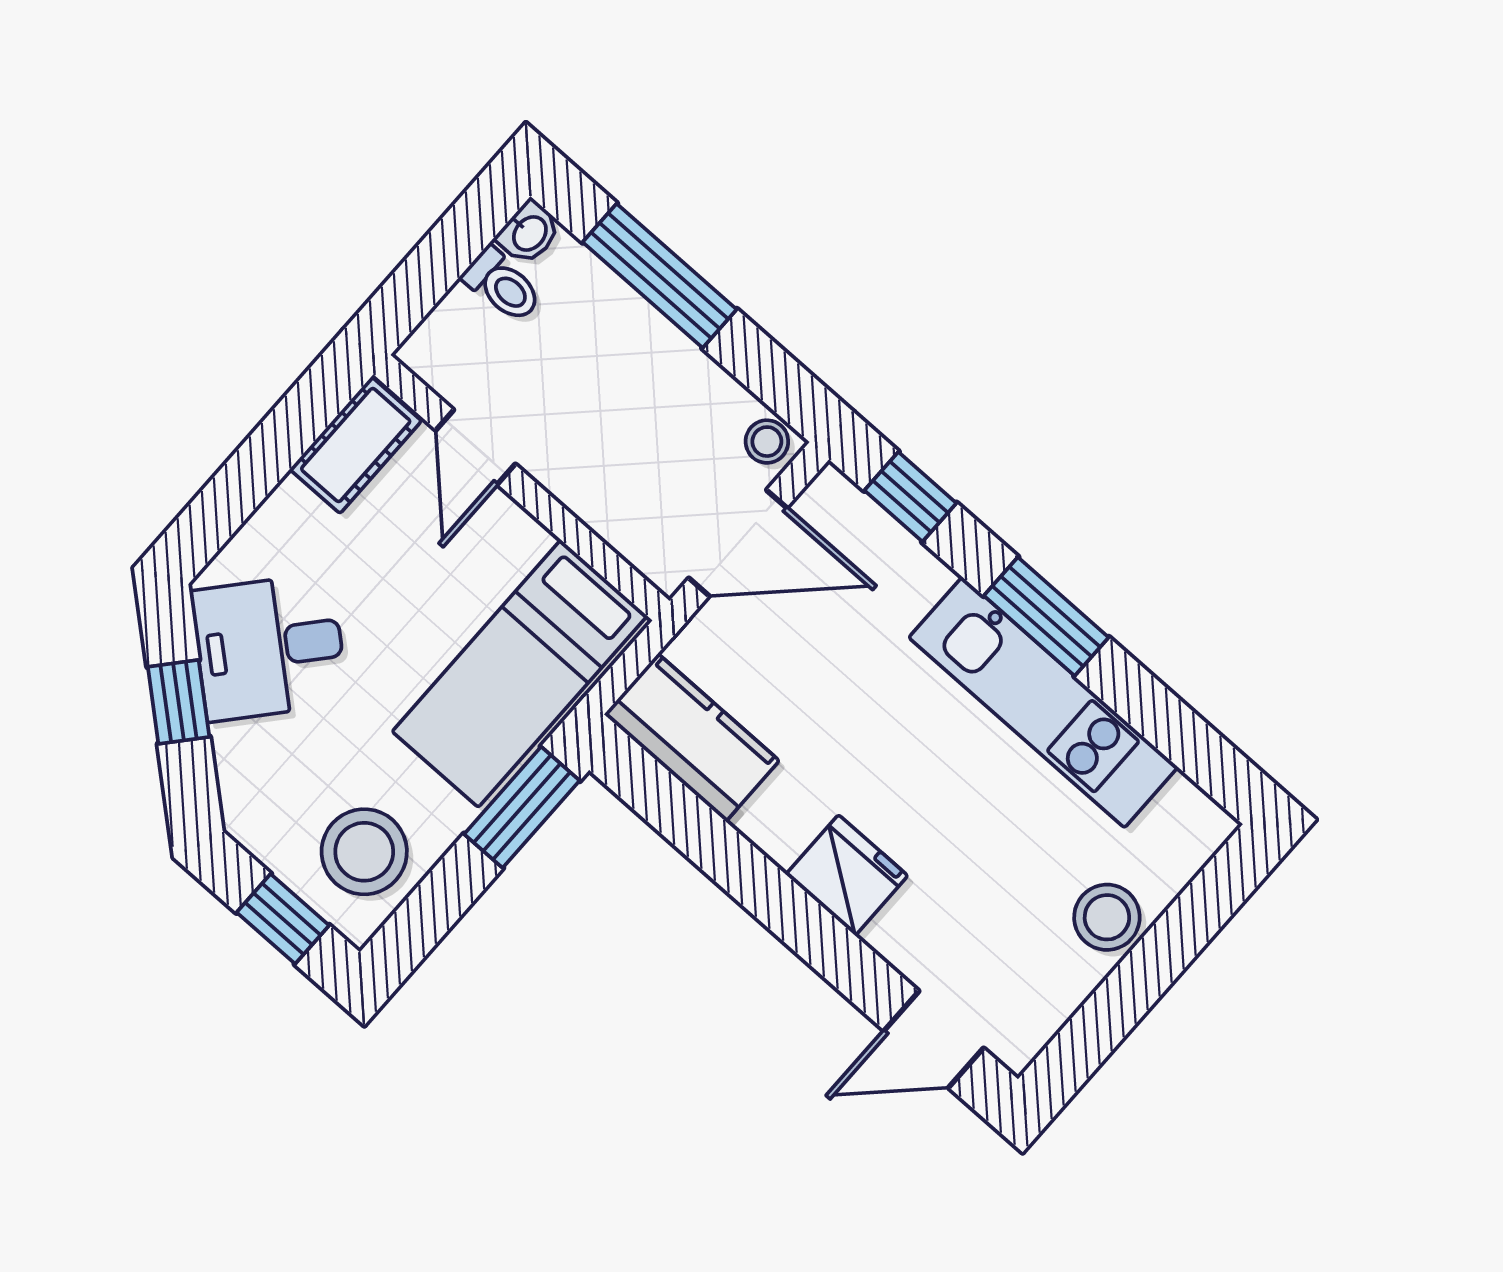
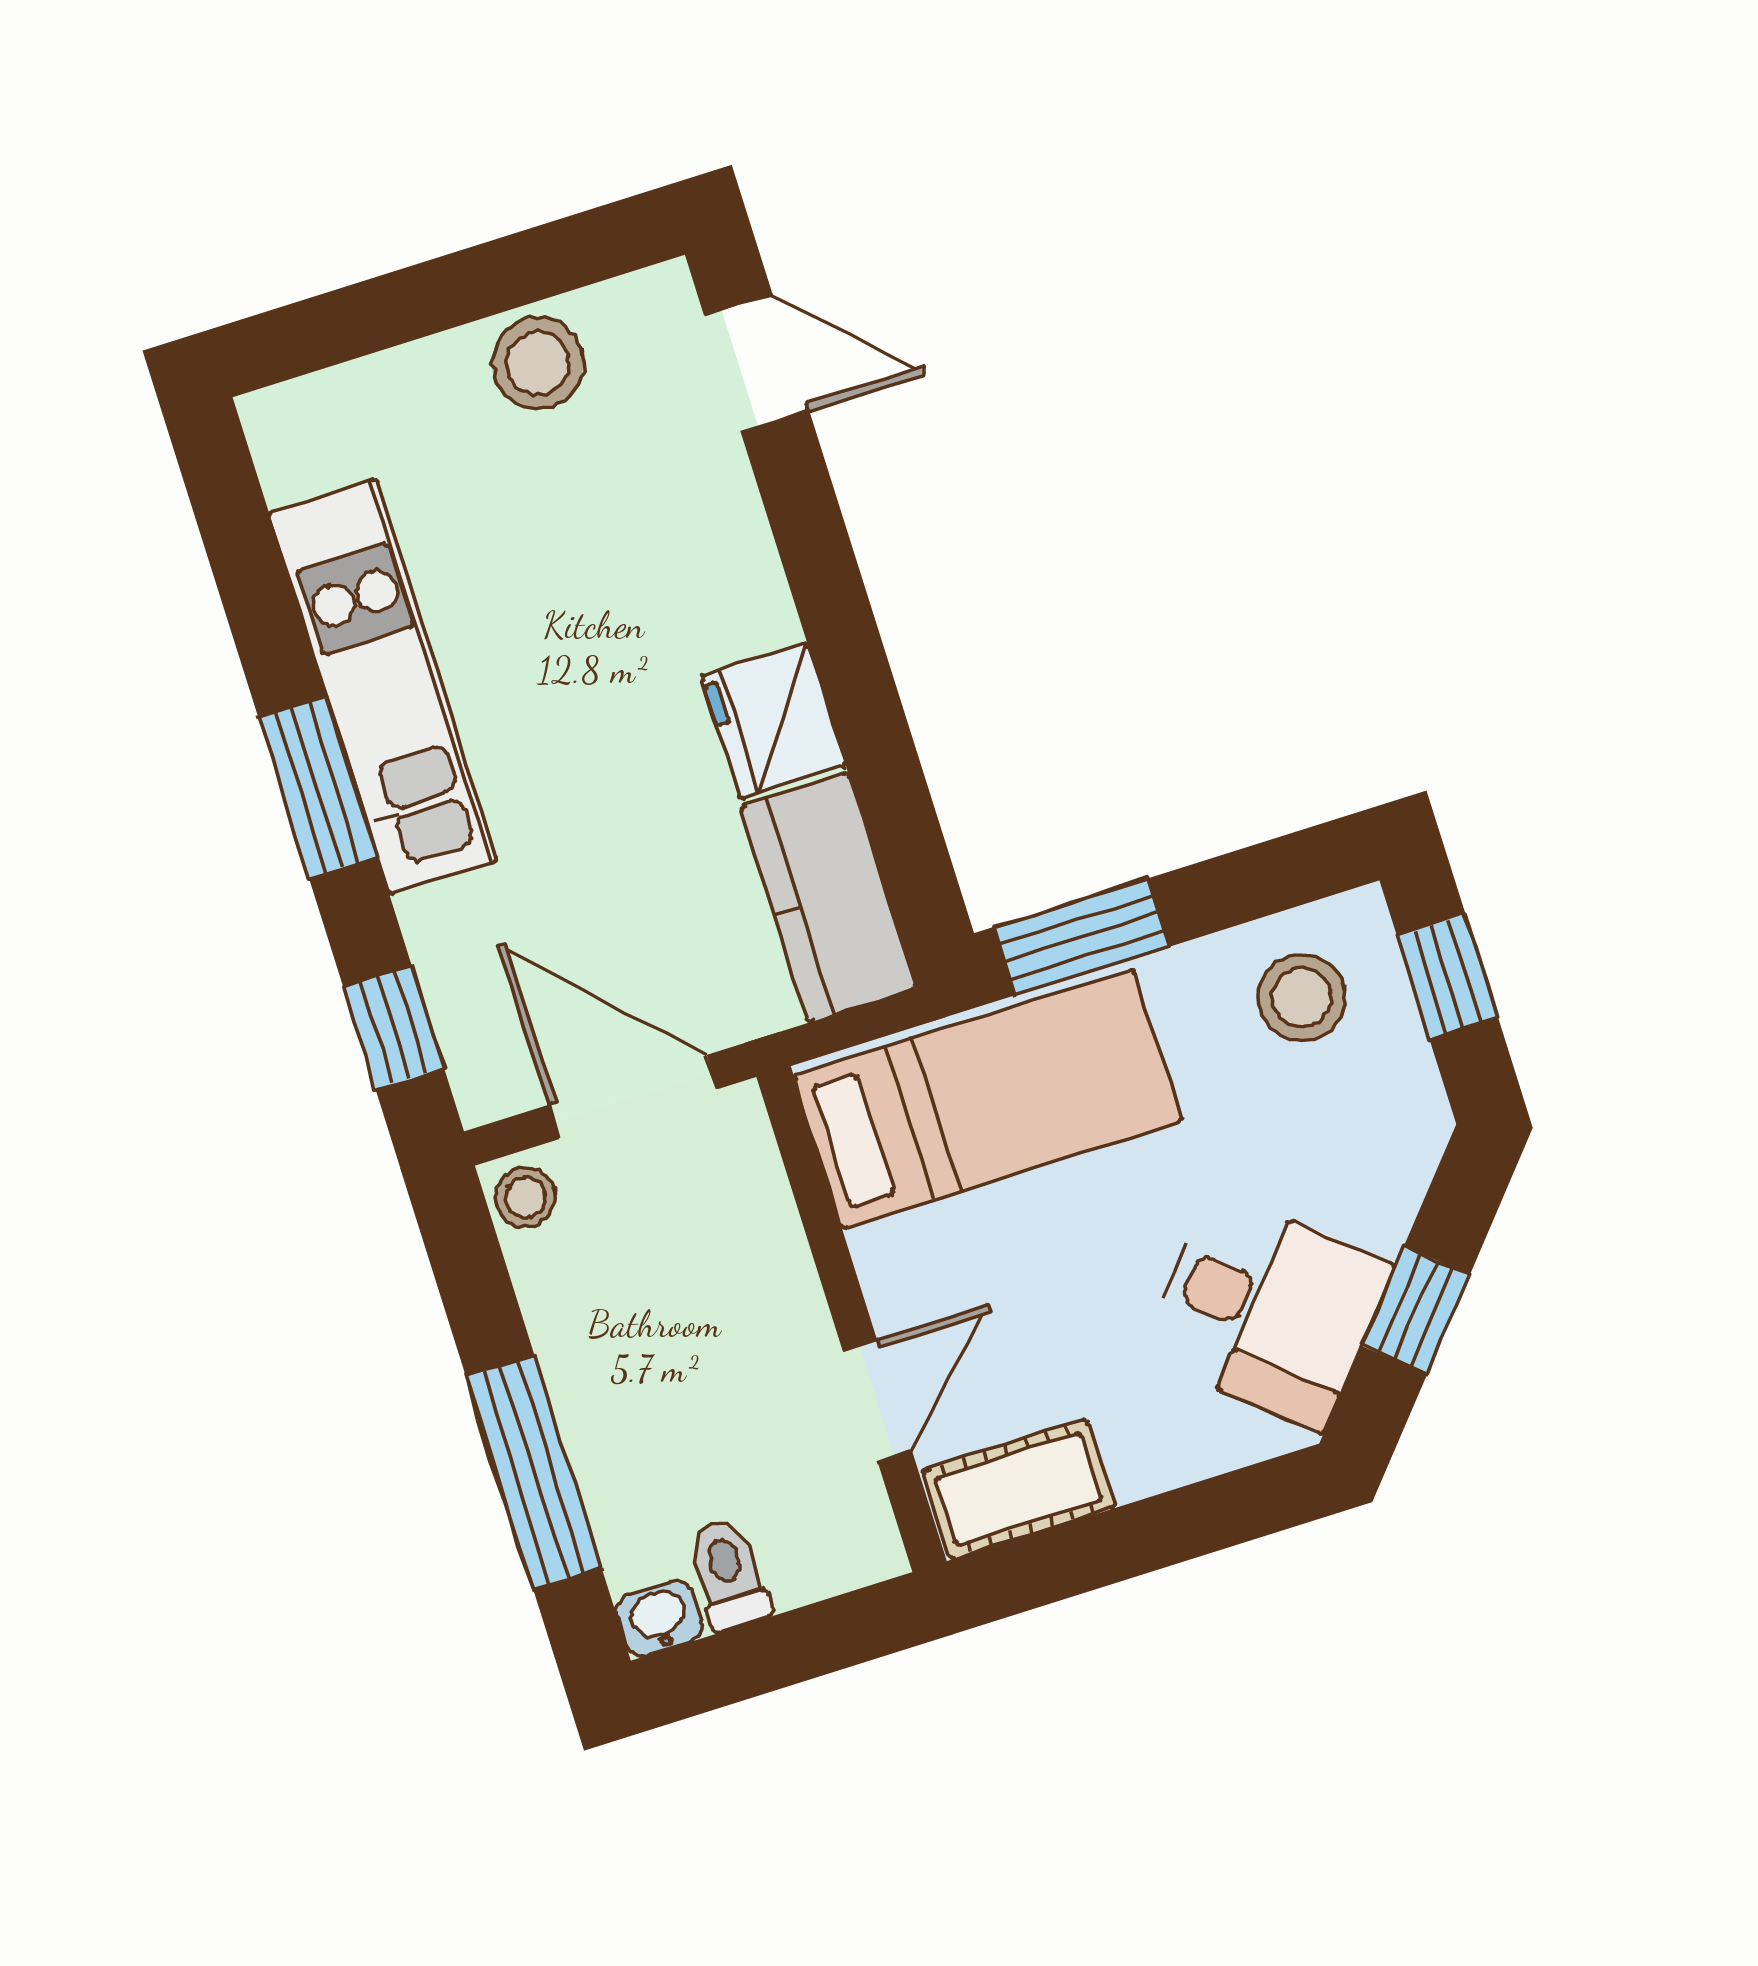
stool: (364, 852) -> (1302, 997), width x0.73, depth x0.73
fridge: (847, 875) -> (774, 721), moved
stool: (1107, 917) -> (538, 363), moved

